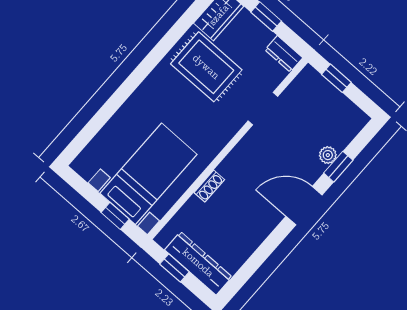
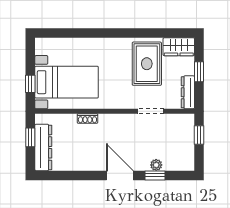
dresser: (284, 54) -> (188, 92), width x1.44

